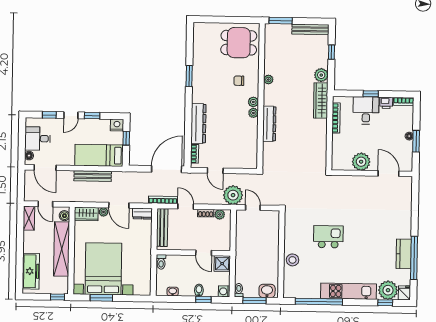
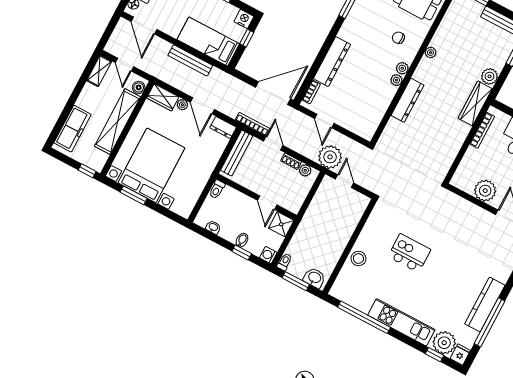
kitchen counter: (404, 254) -> (485, 305), width x1.50

